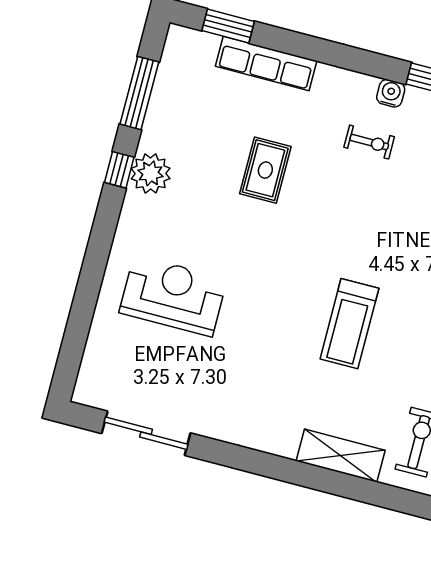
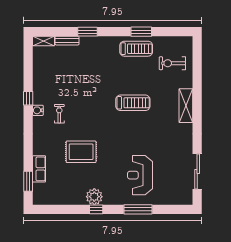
row of seats: (266, 64) -> (39, 169), width x0.68
window: (139, 93) -> (138, 209), moved
rug: (265, 170) -> (81, 152), width x1.36, depth x1.43
shelving: (341, 456) -> (186, 106), moved

